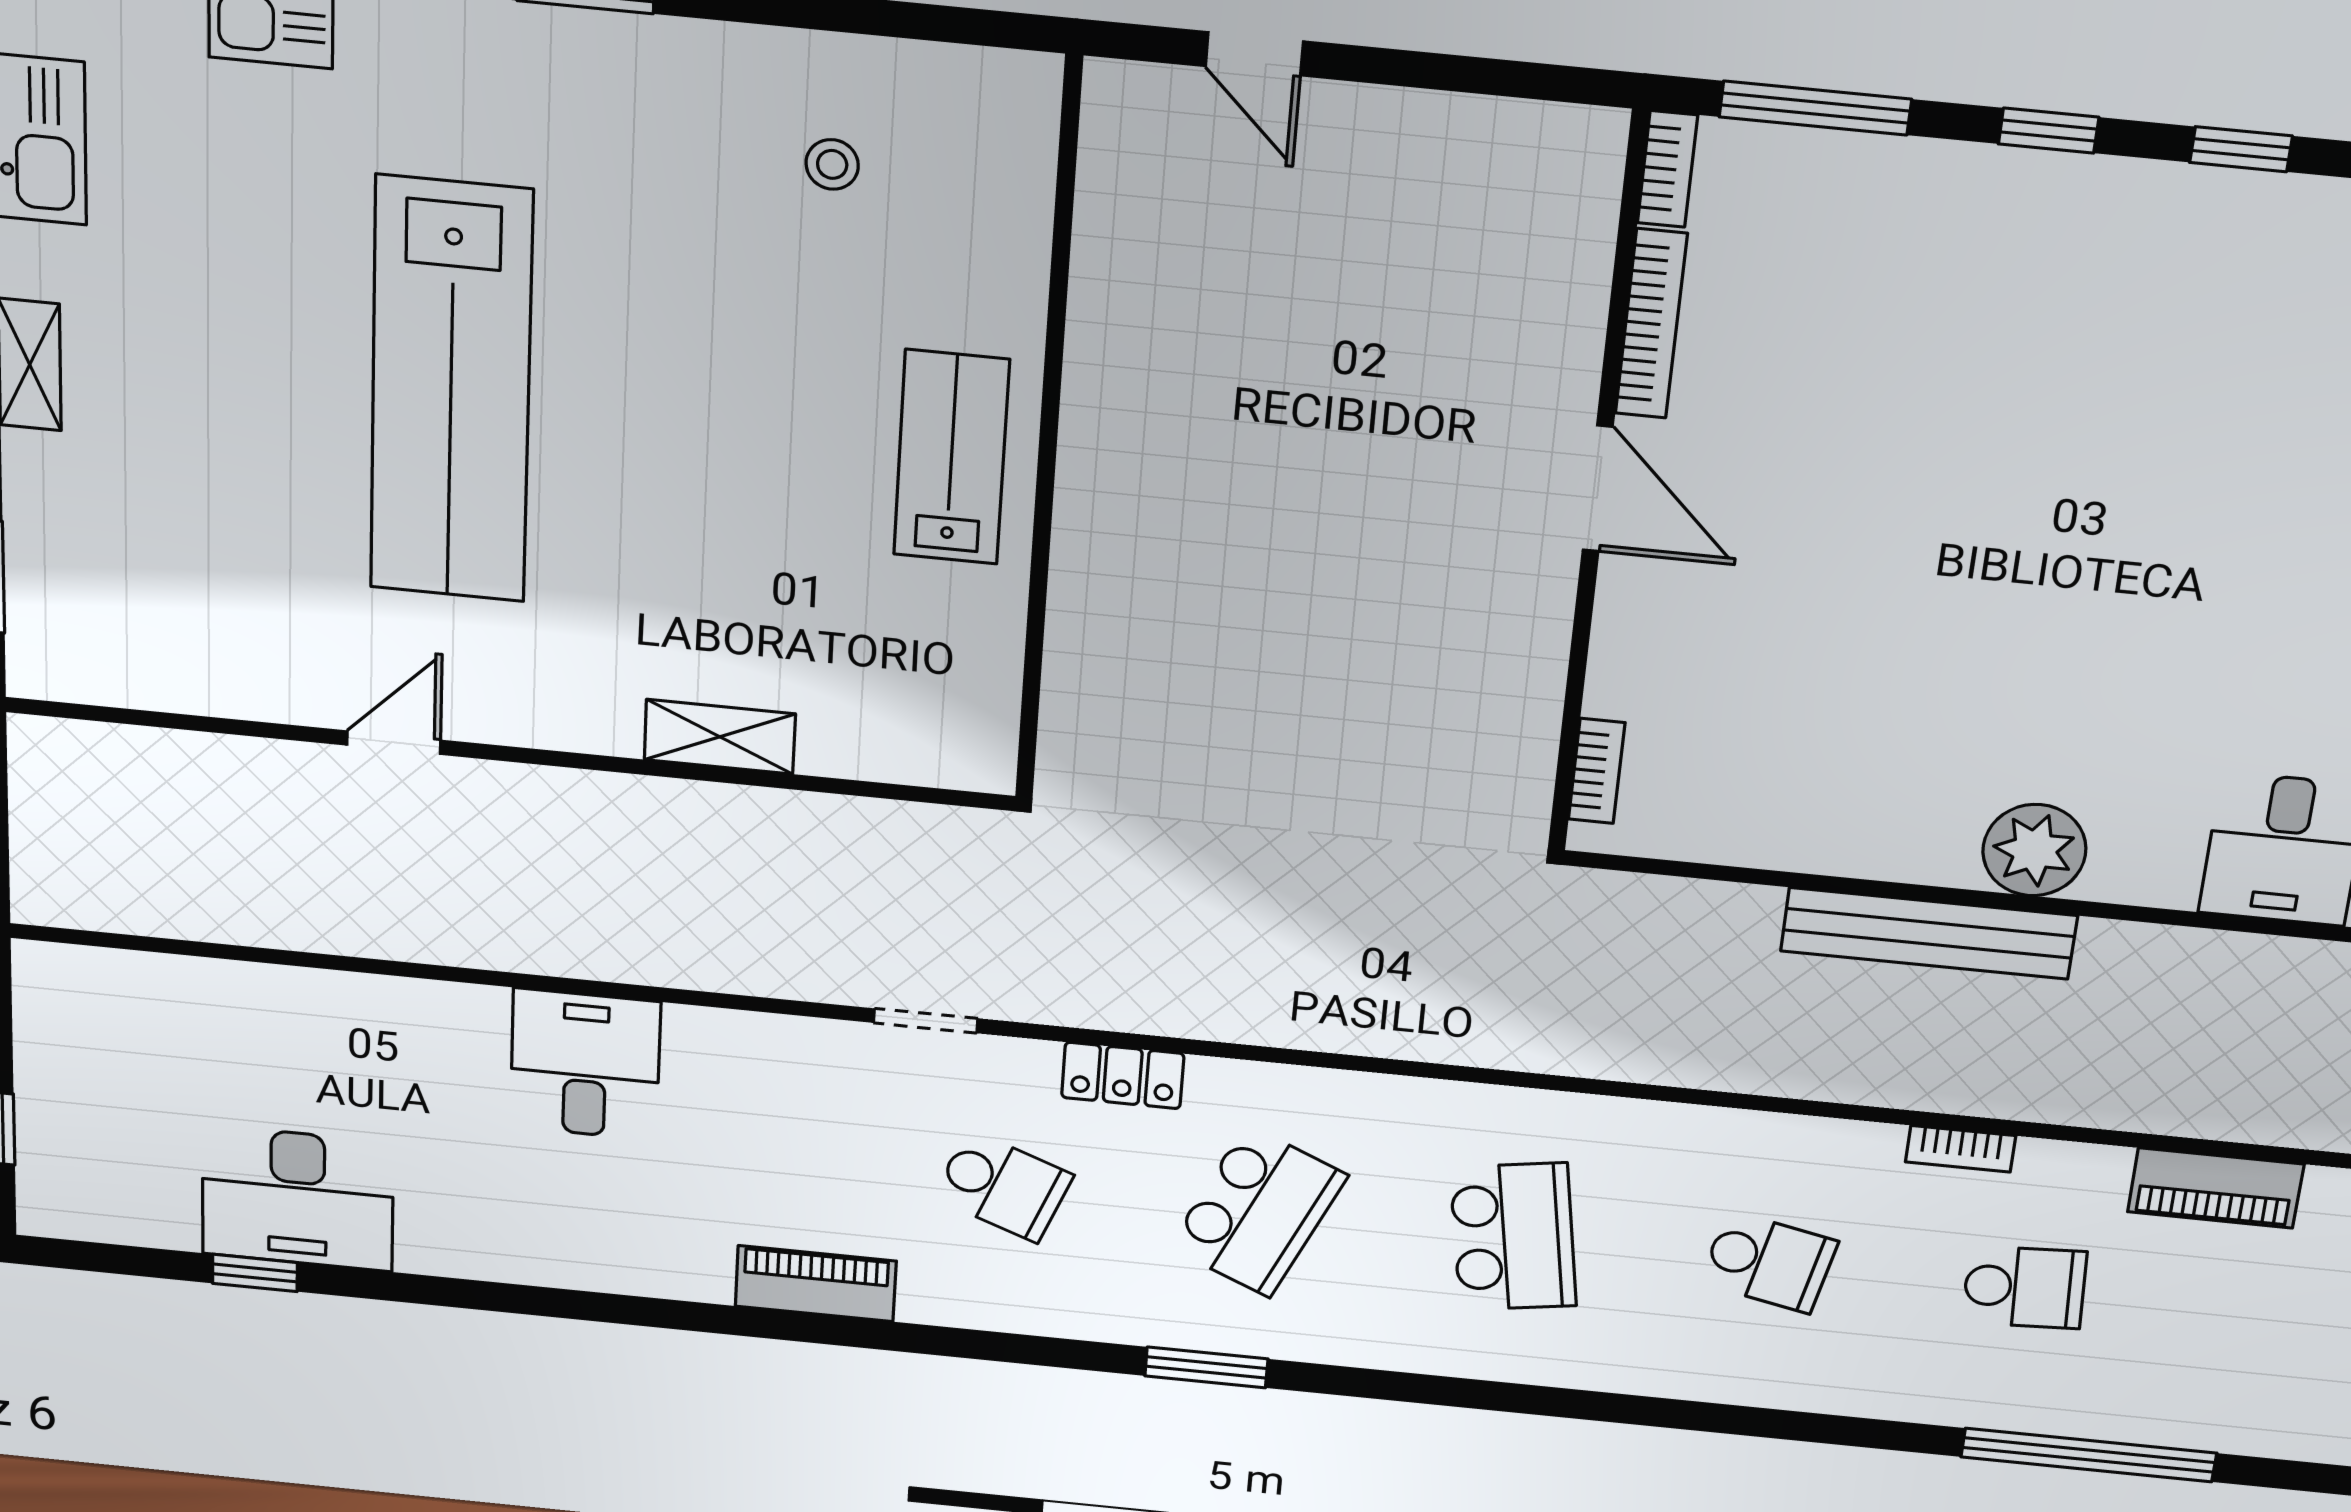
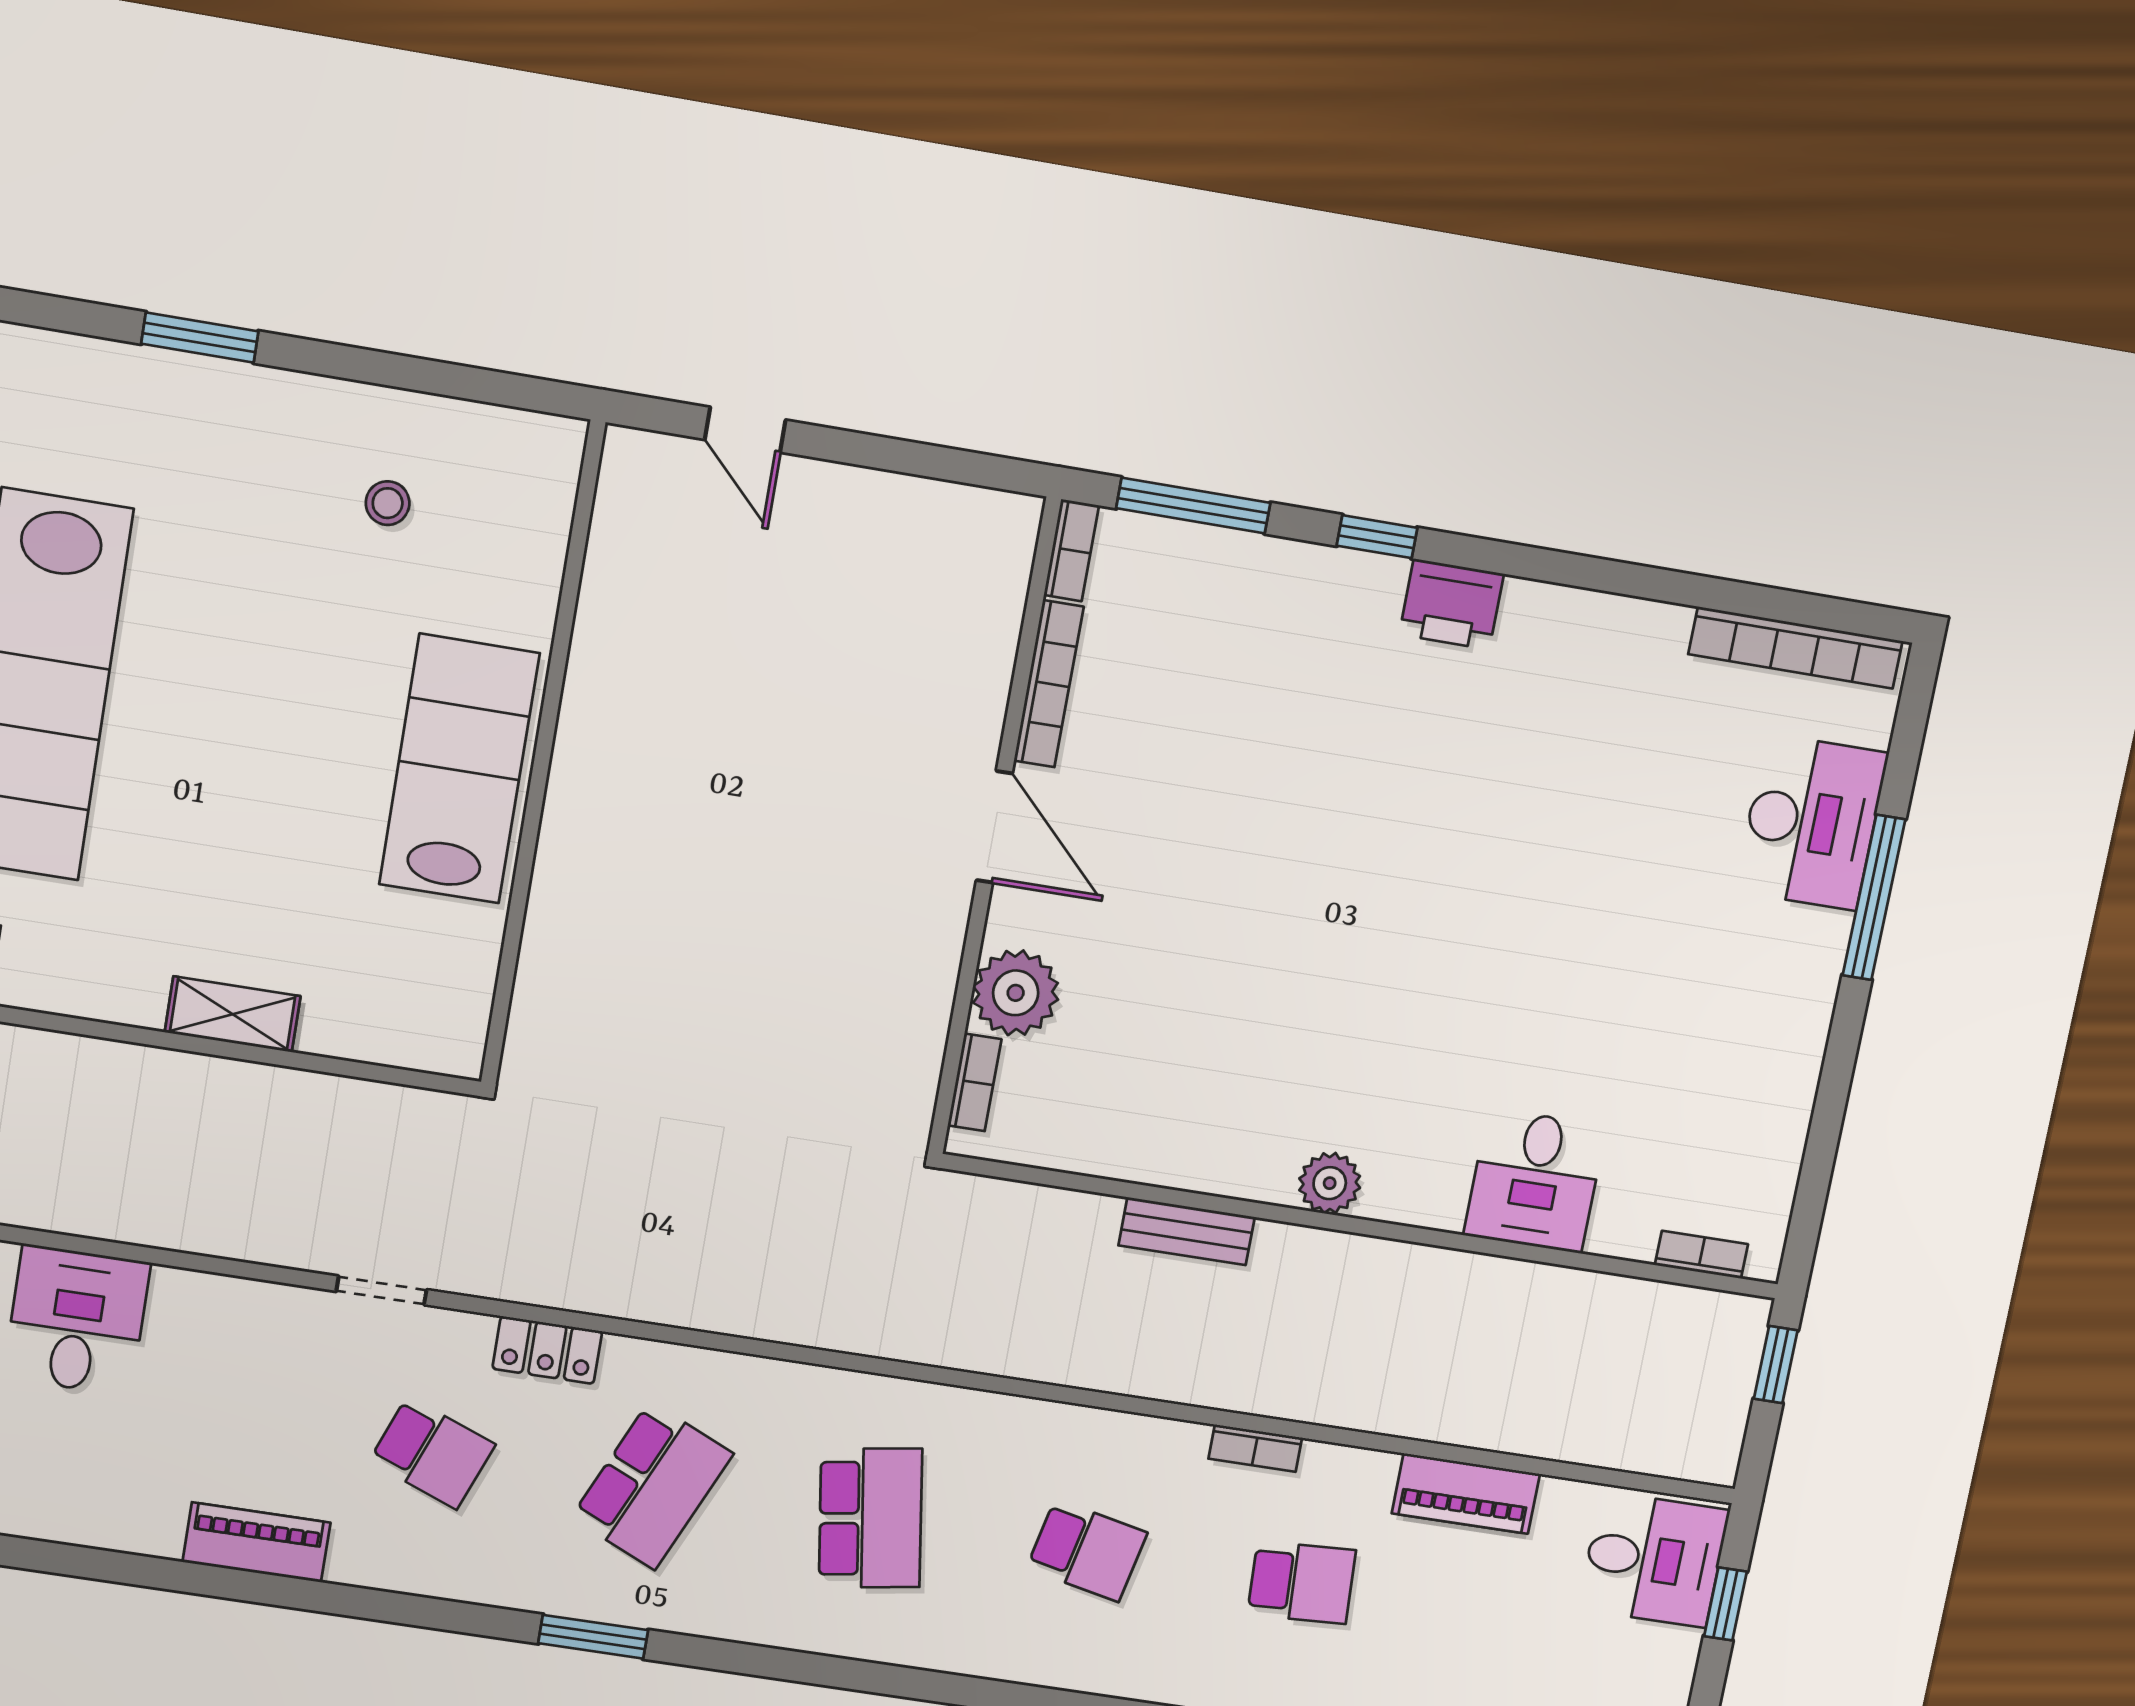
window: (2241, 149) -> (1528, 562), removed
printer: (2147, 204) -> (1452, 604), added
lab bench: (951, 457) -> (459, 769), width x1.36, depth x1.39
plant: (1638, 671) -> (1016, 993), added
plant: (2034, 850) -> (1330, 1183), width x0.73, depth x0.73
bench: (1929, 933) -> (1187, 1231), width x0.54, depth x0.82

